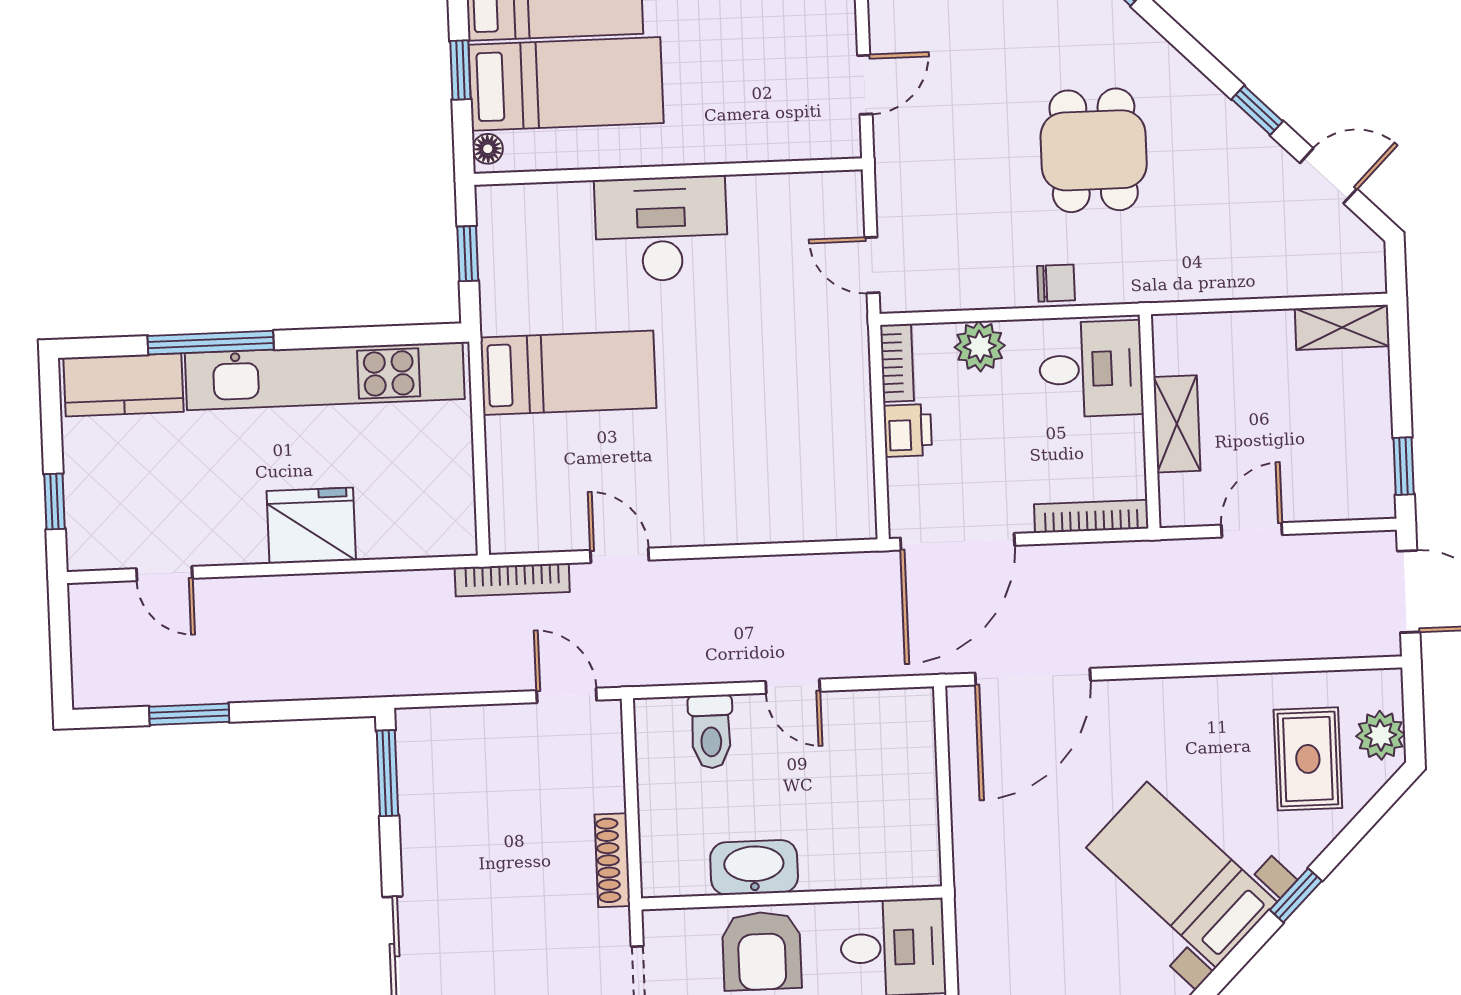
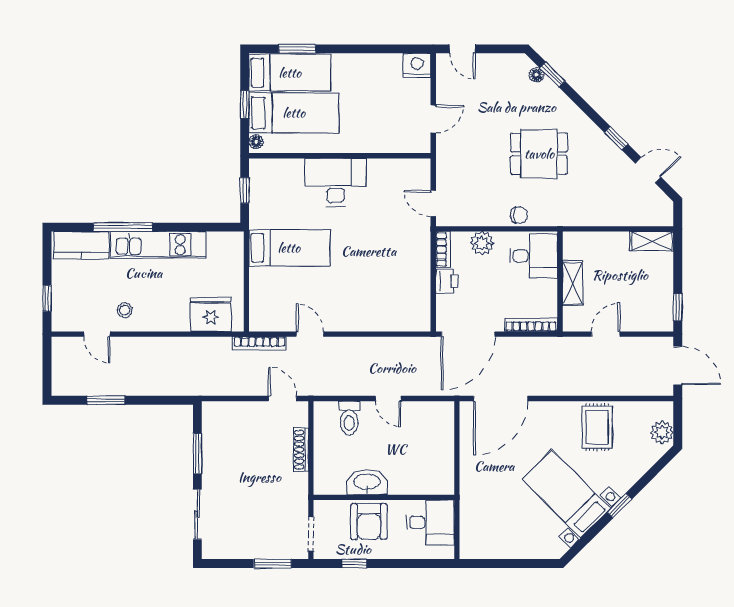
dining table: (1094, 150) -> (539, 154), turned 90
kitchen unit: (325, 376) -> (158, 245), width x0.73
stool: (221, 520) -> (125, 310), added
fridge: (311, 526) -> (211, 314), moved
rug: (1308, 759) -> (597, 427), moved
window: (387, 773) -> (197, 454), moved
shoe rack: (612, 860) -> (301, 450), moved

